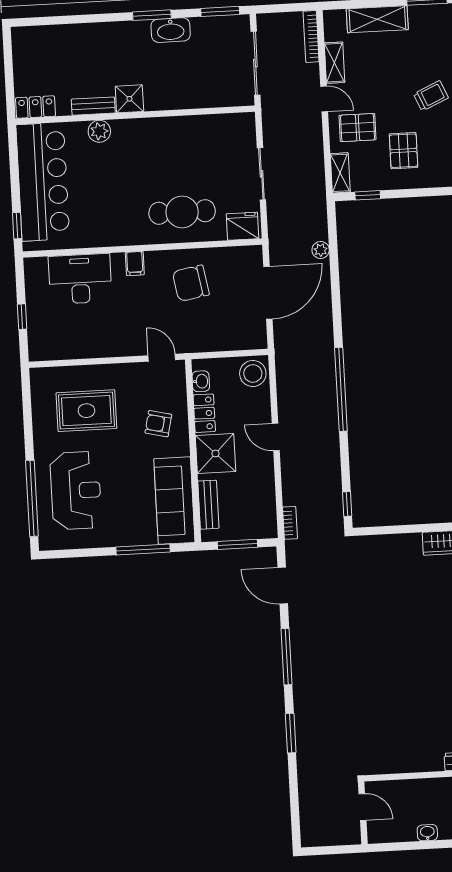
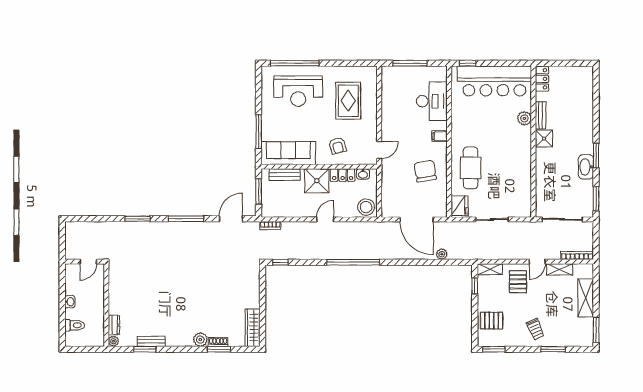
pallet: (404, 151) -> (492, 321), moved
window: (22, 317) -> (410, 63), width x2.17
armchair: (158, 424) -> (338, 146), turned 152

